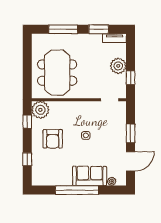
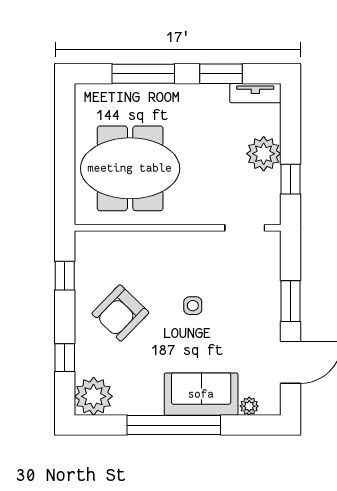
meeting table: (57, 73) -> (130, 168), turned 90
plant: (40, 110) -> (94, 396), moved
armchair: (53, 139) -> (120, 313), turned 44

